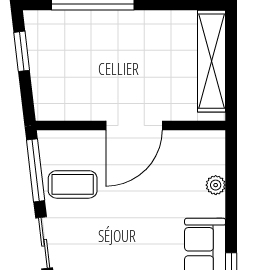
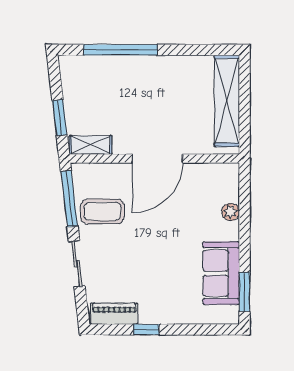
window: (22, 51) -> (60, 118), moved
shelving: (60, 110) -> (91, 145), added

